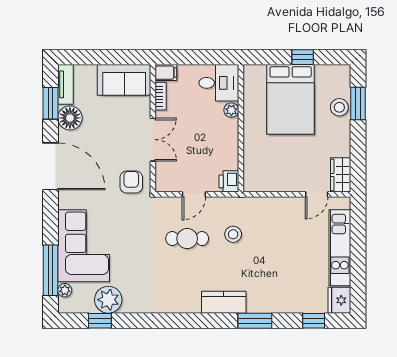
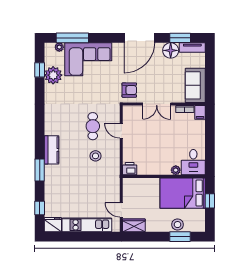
desk: (219, 83) -> (193, 162), moved
plant: (231, 110) -> (176, 170), moved
wall: (241, 128) -> (164, 176), moved
printer: (229, 181) -> (130, 169), moved

